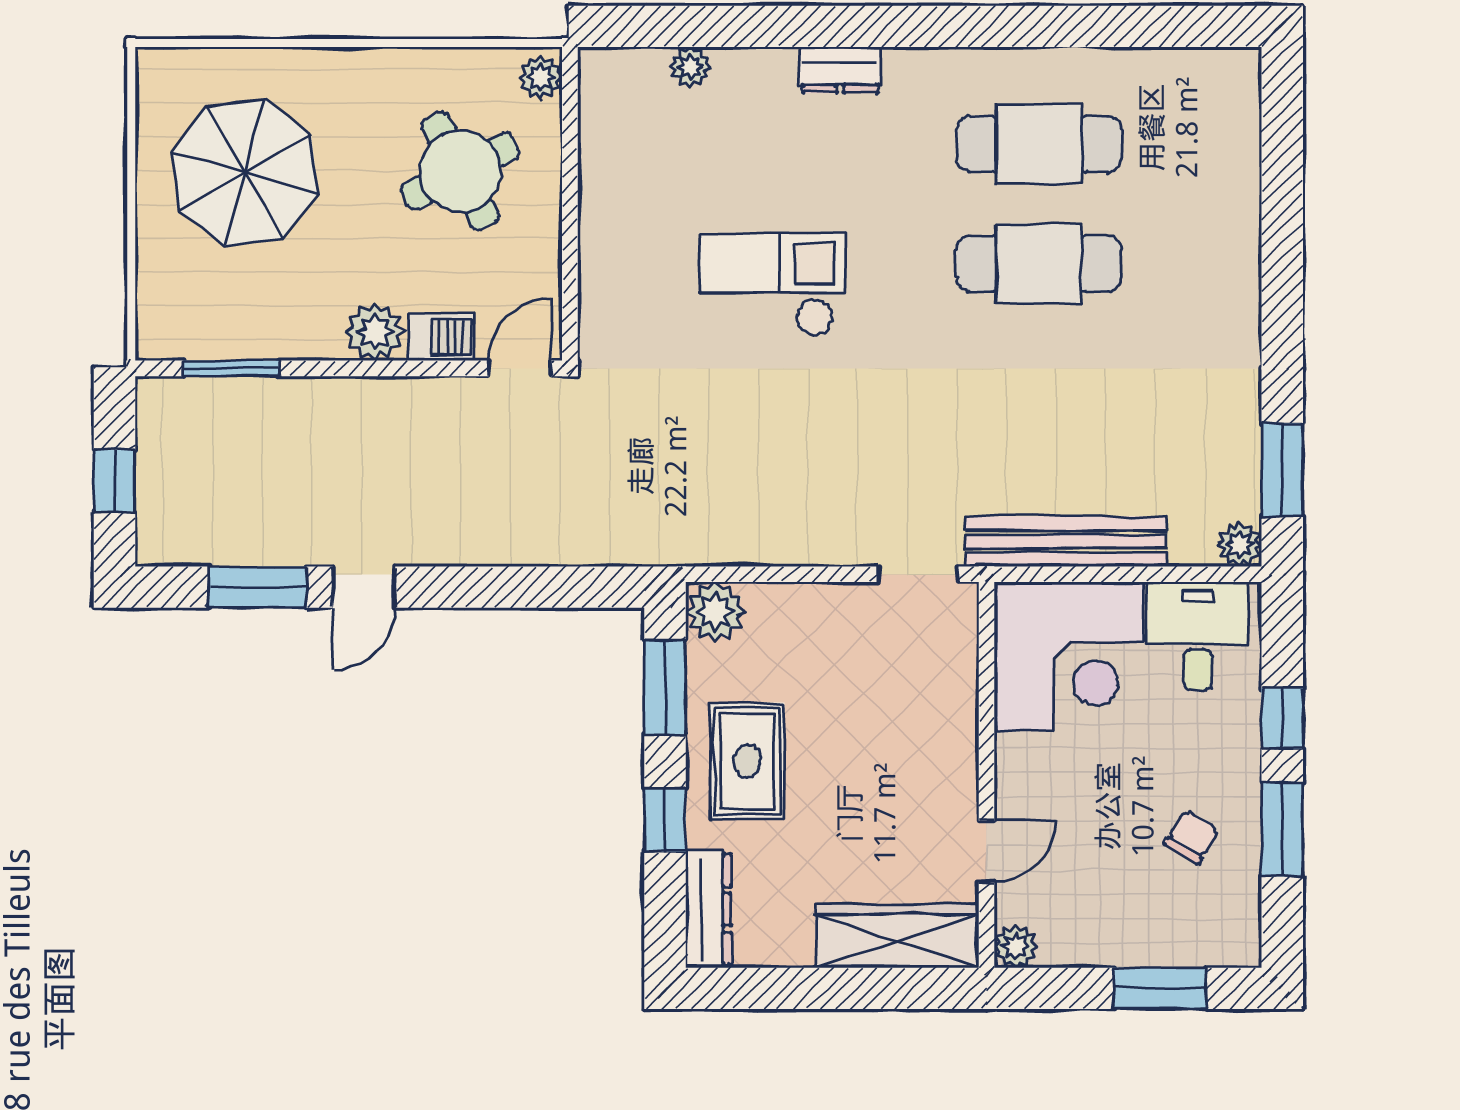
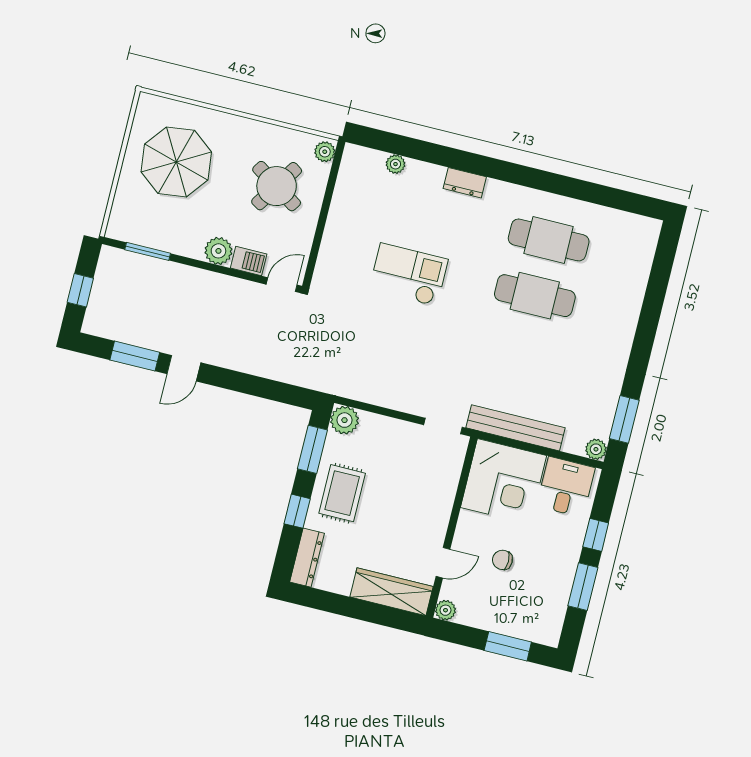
round table: (460, 171) -> (277, 186), turned -30
chair: (1191, 837) -> (502, 560), moved, turned -121

